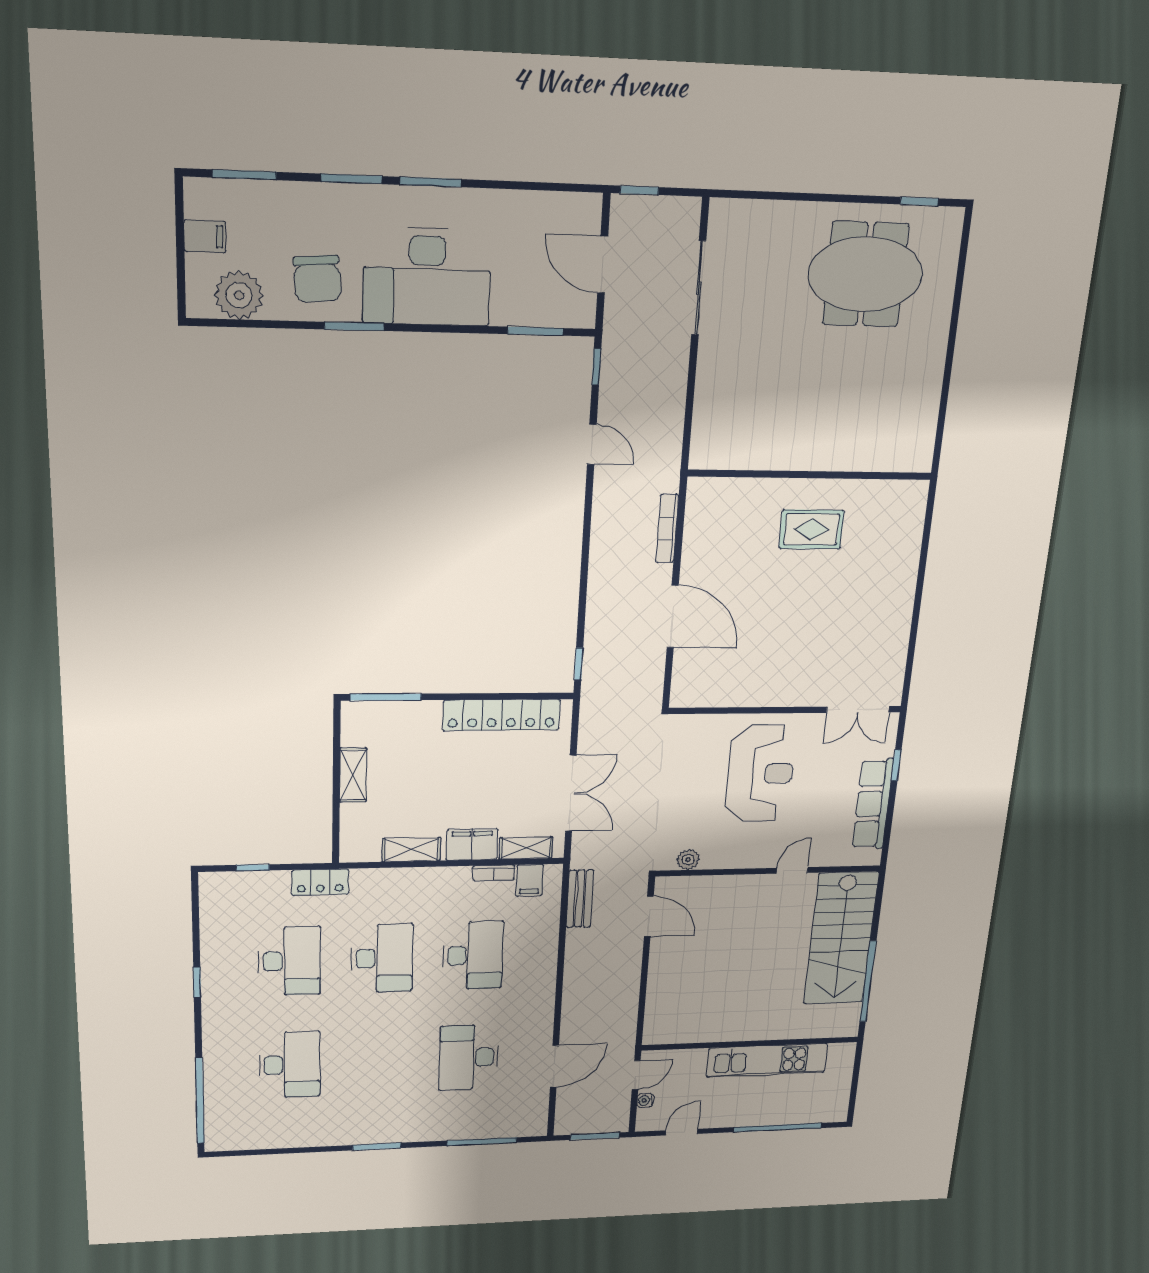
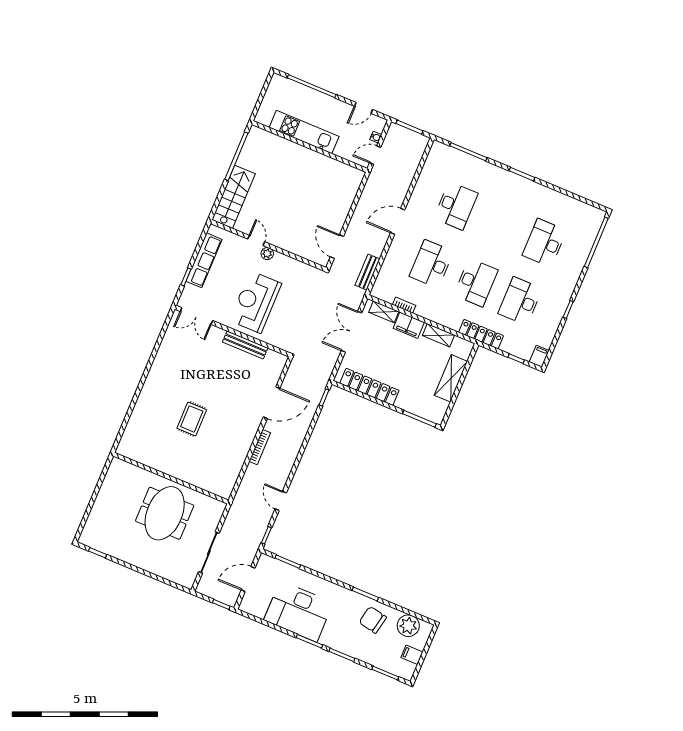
door: (603, 265) -> (248, 579), swing flipped
meeting table: (865, 274) -> (165, 513), moved, turned 90
desk: (427, 277) -> (298, 611), moved, turned 180
chair: (317, 279) -> (373, 620), turned -74
wall: (810, 475) -> (171, 478), moved
rug: (812, 529) -> (192, 419), turned 90
door: (673, 617) -> (272, 403), swing flipped
bench: (755, 696) -> (245, 345), added
double door: (858, 709) -> (196, 316), swing flipped
shelving: (353, 775) -> (451, 378), width x1.50, depth x1.33
plant: (688, 860) -> (267, 254), moved
door: (792, 870) -> (256, 240), swing flipped
filing cabinet: (530, 880) -> (539, 356), moved
locker: (320, 882) -> (481, 334), width x1.53
stairs: (841, 938) -> (233, 197), width x0.73, depth x0.66
desk: (382, 958) -> (476, 282), turned 180
door: (554, 1066) -> (398, 221), moved

